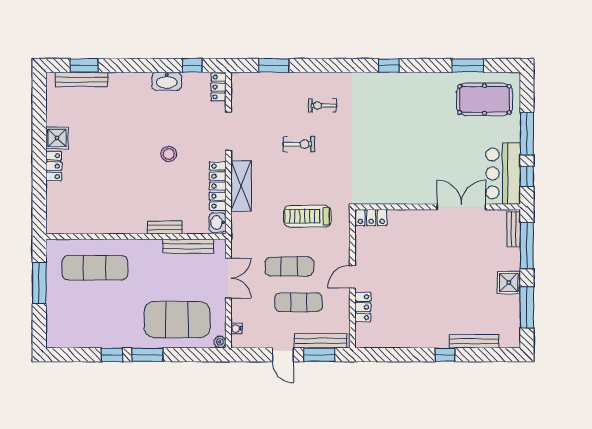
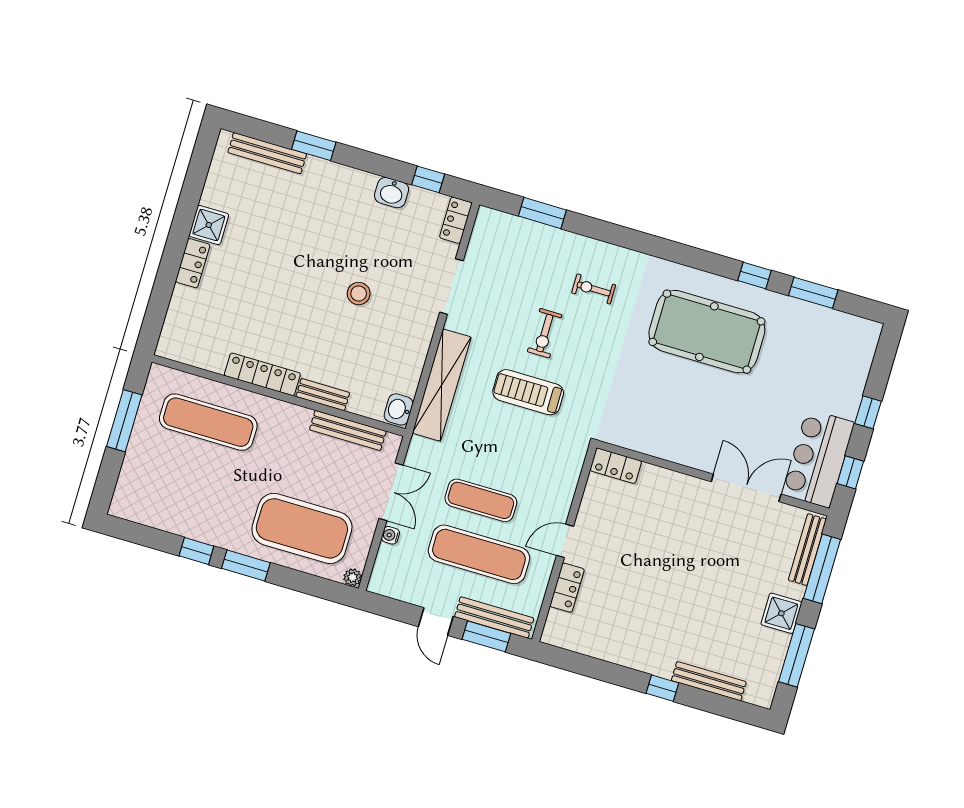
window: (84, 65) -> (314, 146), moved
window: (389, 65) -> (754, 275), moved
washbasin: (167, 81) -> (392, 193), width x0.72
pool table: (484, 99) -> (707, 332), moved, width x1.36, depth x1.32
window: (527, 134) -> (868, 412), width x0.46
exercise bike: (299, 144) -> (545, 333), turned 90
locker: (218, 186) -> (262, 374), moved, turned 90
shelving: (241, 186) -> (442, 385), width x1.47
treadmill: (307, 216) -> (528, 392), moved
bench: (514, 229) -> (807, 550), width x1.36
exercise mat: (298, 302) -> (479, 554), width x1.36, depth x1.45
water cooler: (237, 328) -> (390, 535), moved

